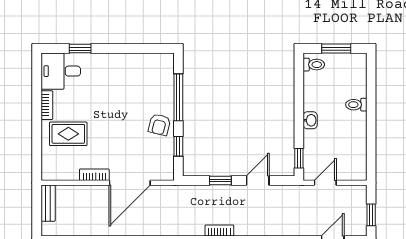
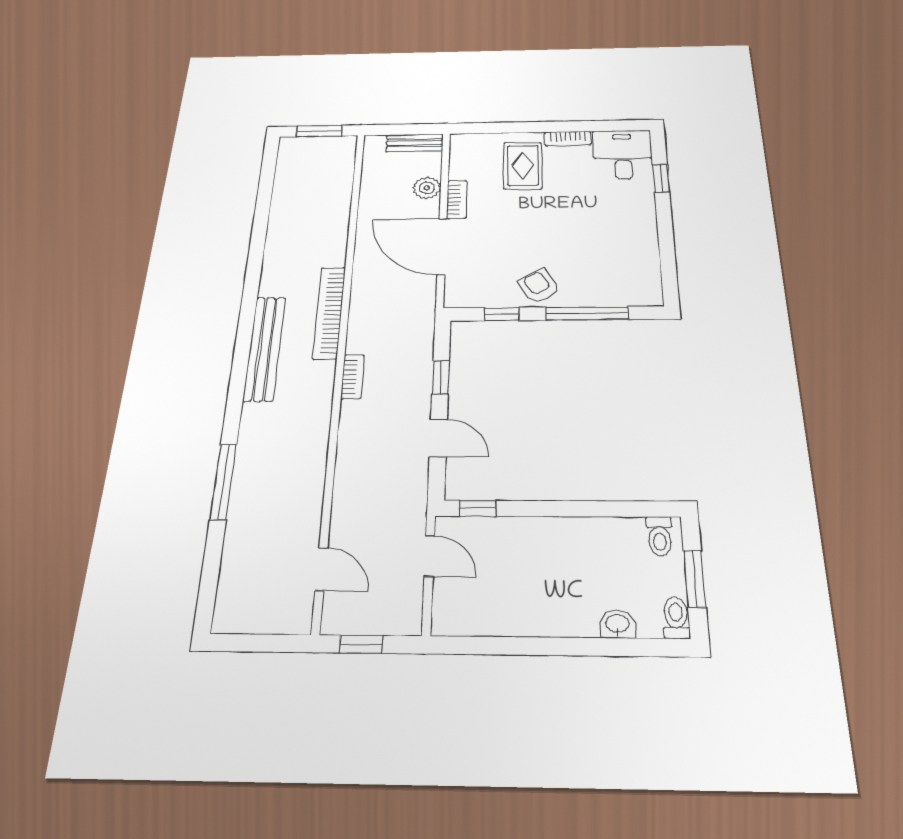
toilet: (356, 105) -> (676, 618), moved
washbasin: (310, 120) -> (617, 624), moved, turned 180
armchair: (159, 125) -> (539, 286), turned 45
plant: (85, 194) -> (427, 188), added

